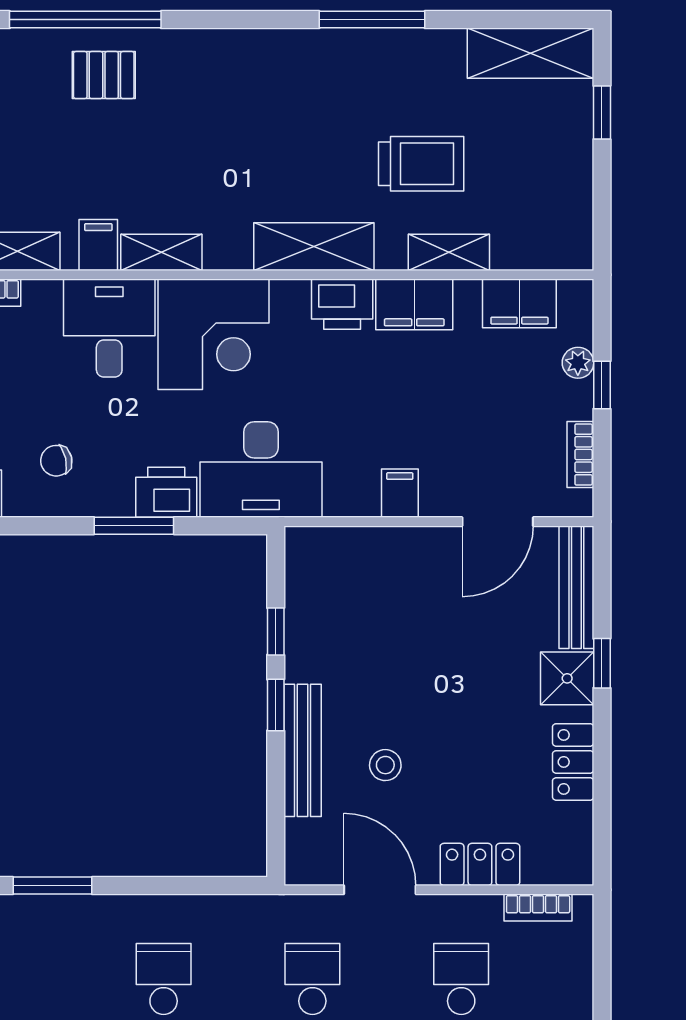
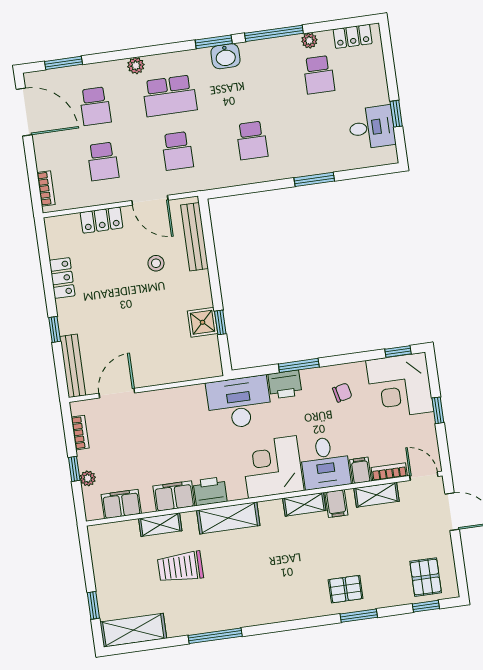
window: (85, 20) -> (359, 616), width x0.47
filing cabinet: (400, 493) -> (360, 470), moved, turned 180
shower: (567, 678) -> (203, 322), moved
window: (276, 705) -> (215, 286), removed
bench: (303, 750) -> (195, 237), moved
bookcase: (538, 907) -> (46, 188), moved, turned 90

